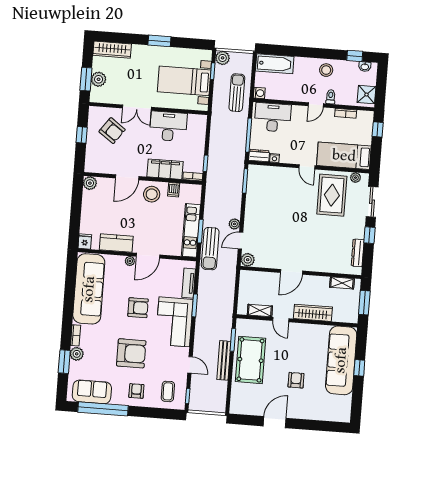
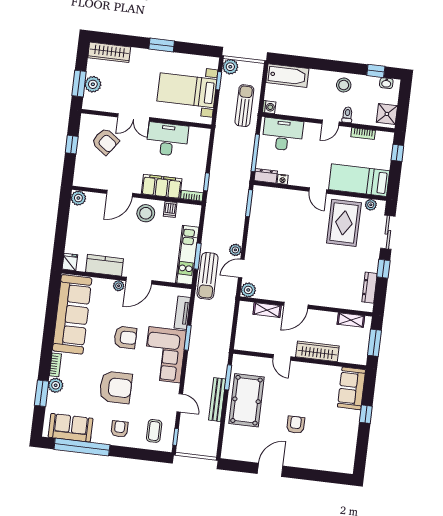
shelving: (260, 311) -> (267, 310), moved
sofa: (341, 360) -> (351, 388), width x0.54, depth x0.79

